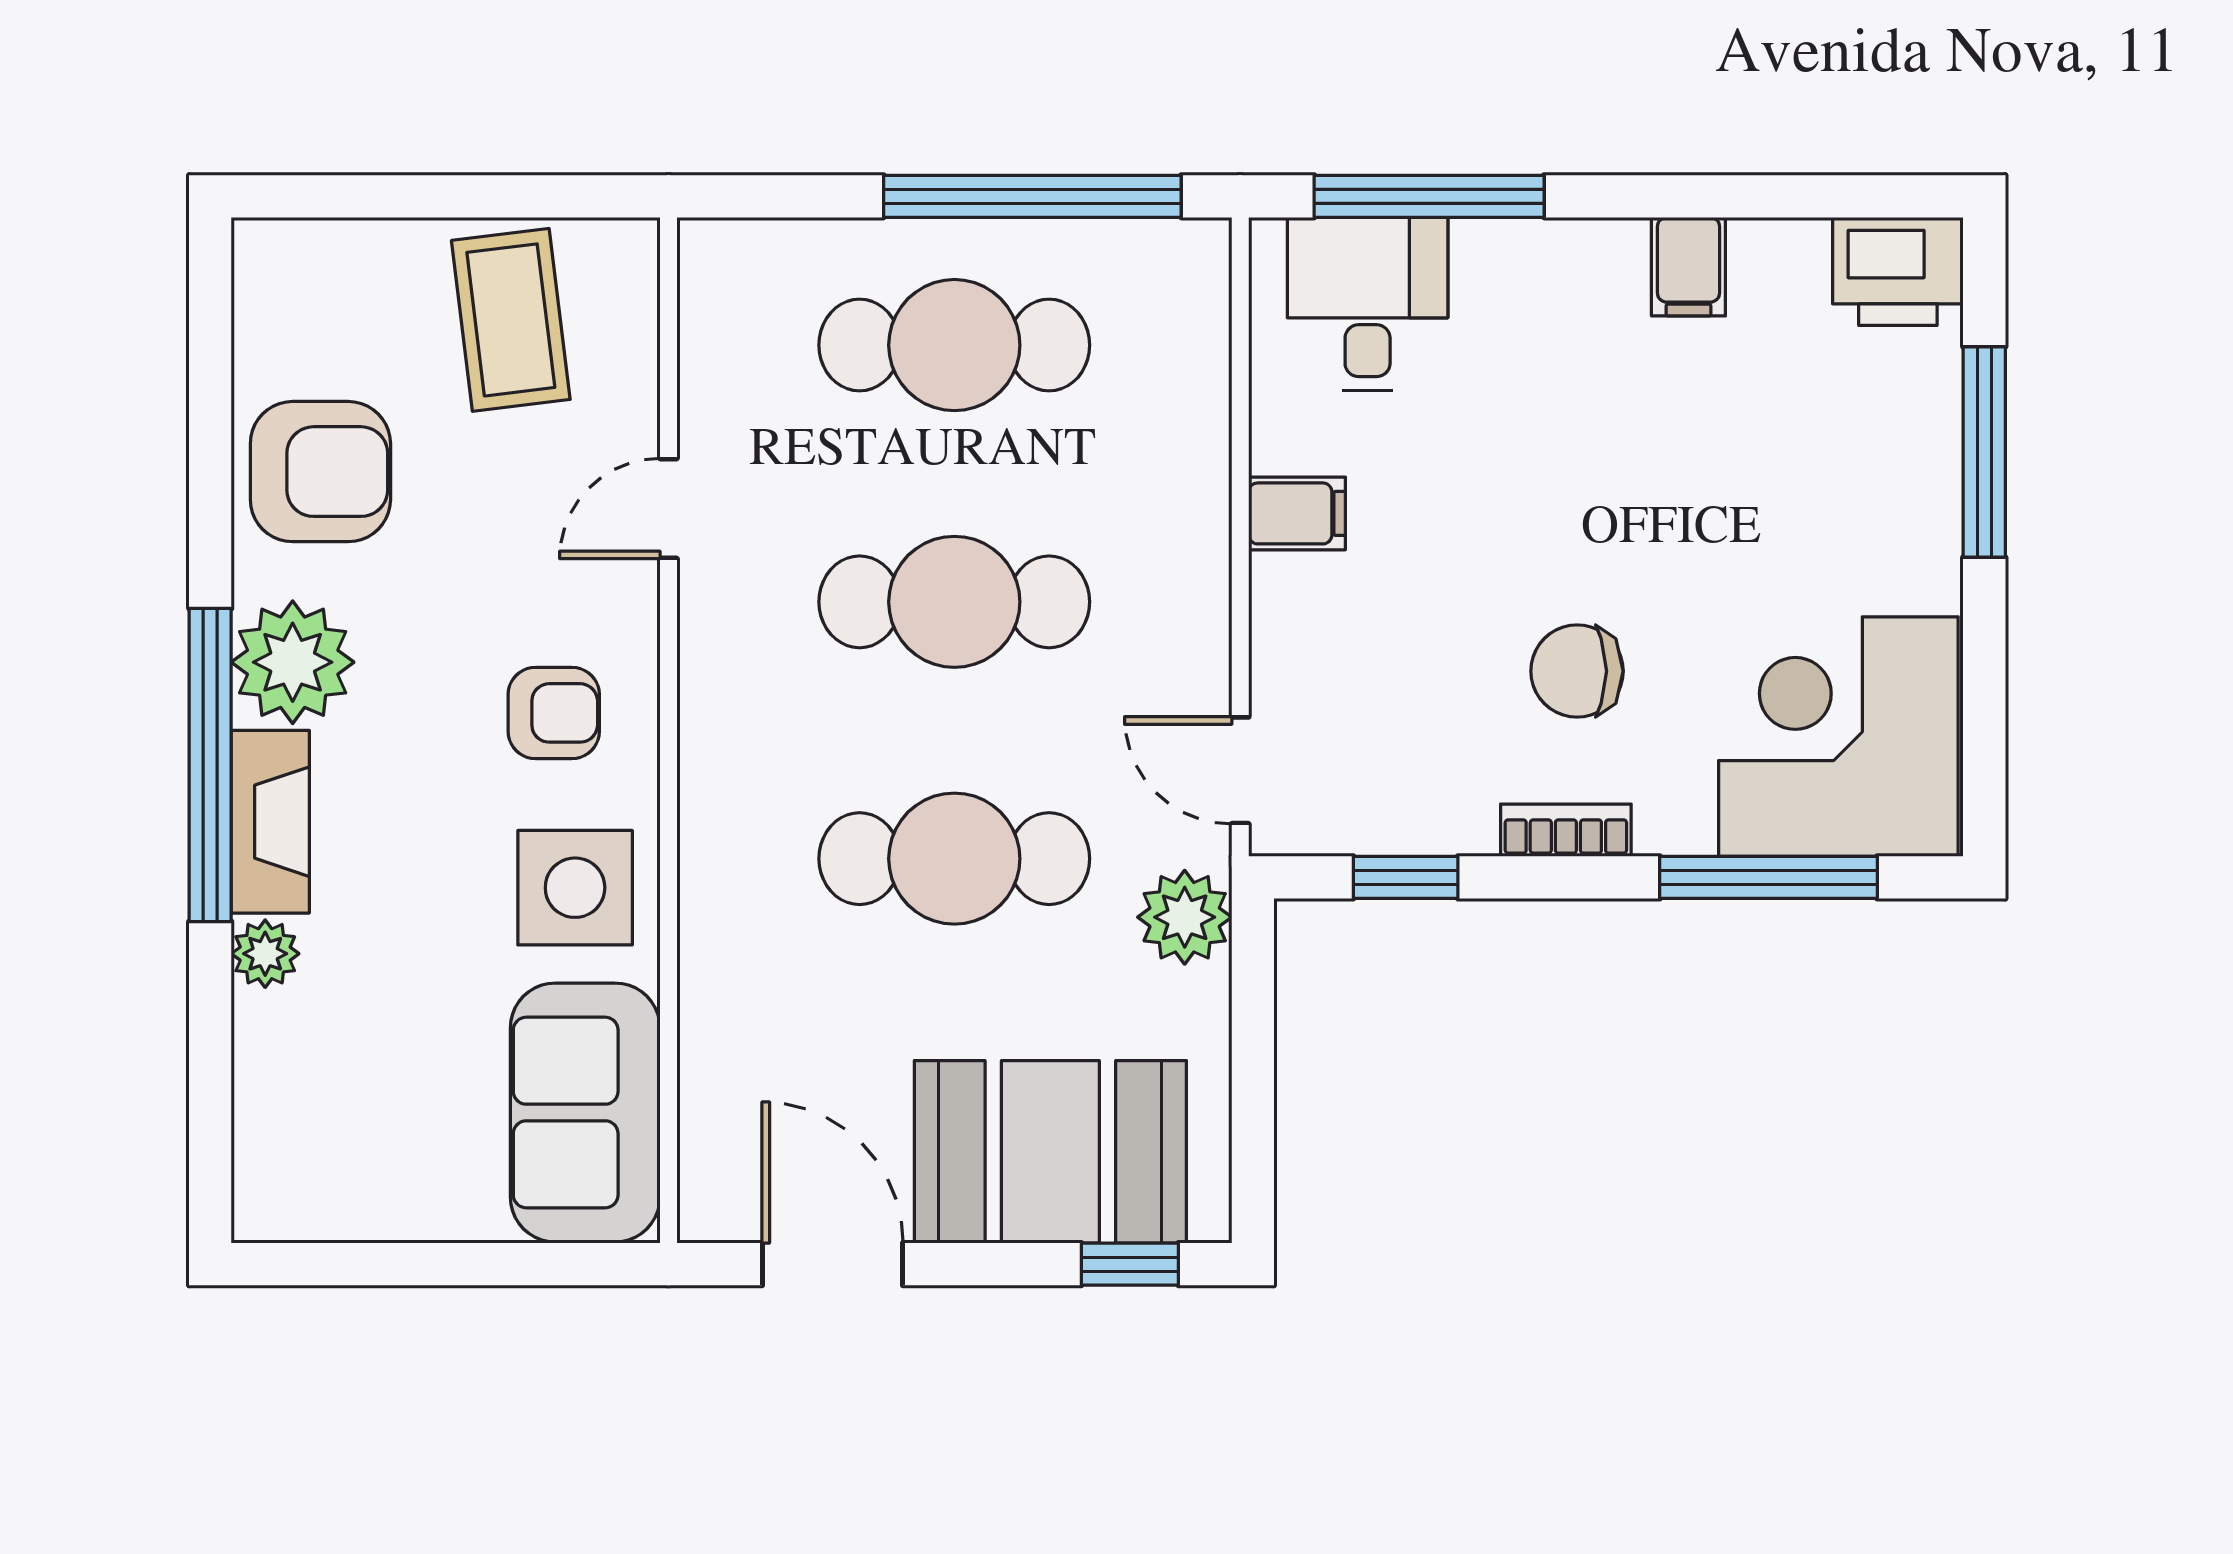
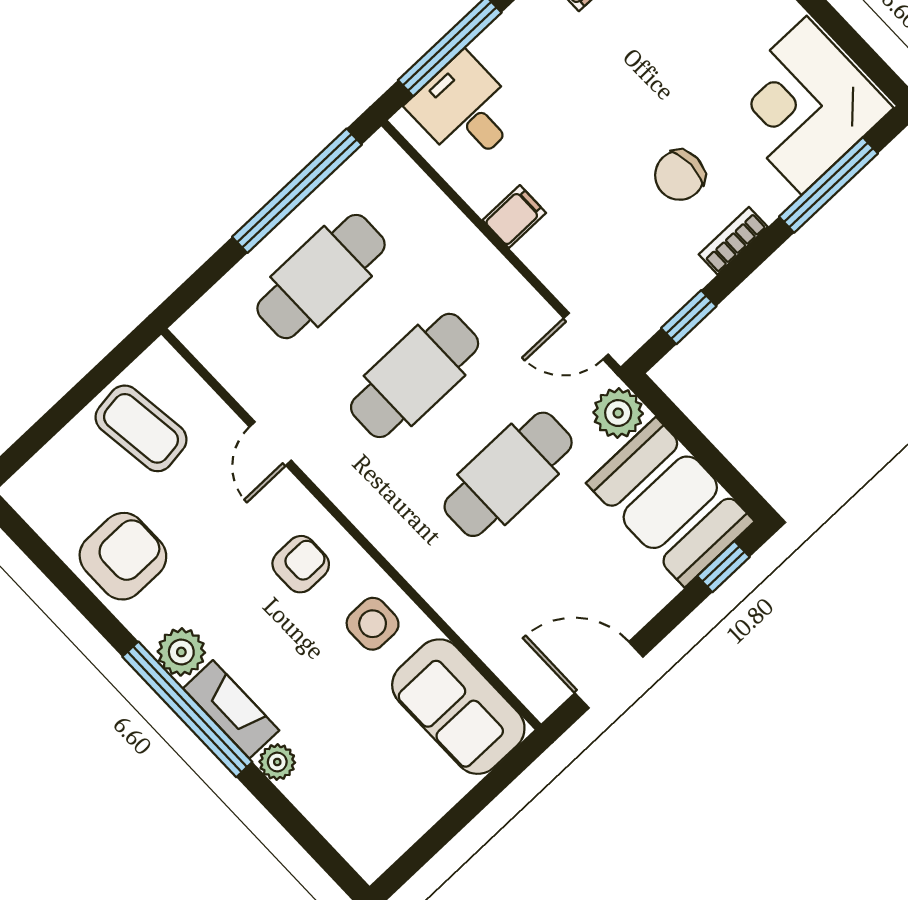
plant: (293, 662) -> (181, 652), width x0.73, depth x0.73
side table: (575, 888) -> (373, 624), width x0.73, depth x0.73
booth: (1050, 1152) -> (670, 502), moved, turned 90

